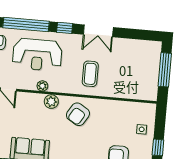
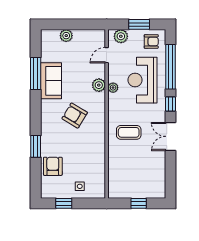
window: (165, 70) -> (139, 203), width x0.46
plant: (51, 102) -> (99, 85), moved
armchair: (78, 114) -> (75, 116), moved

